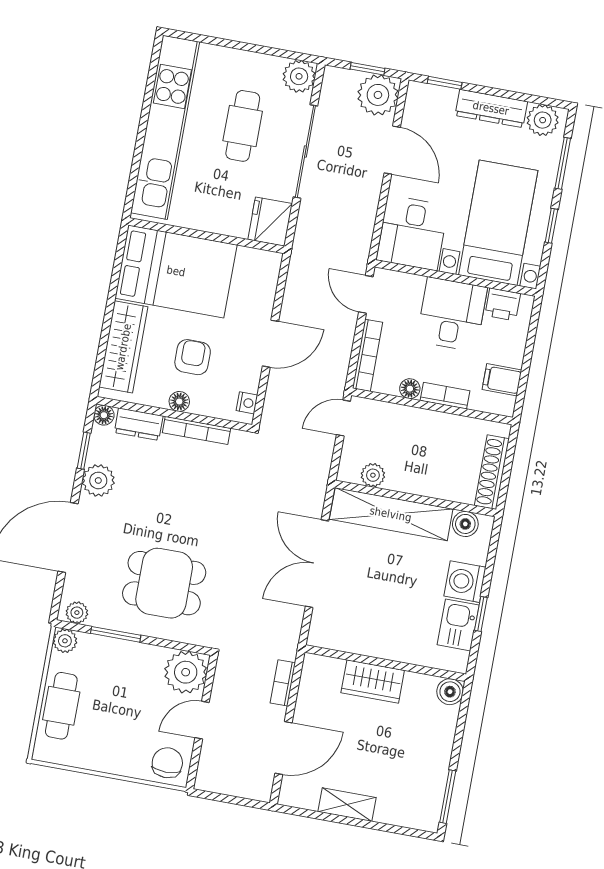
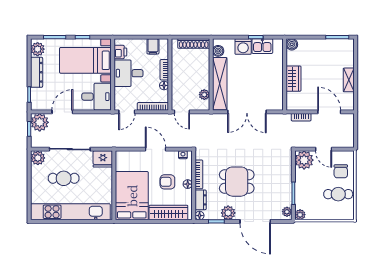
dining table: (164, 583) -> (237, 182), moved, turned 90
cafe table: (61, 706) -> (338, 194), moved
chair: (167, 763) -> (341, 171), moved, turned -90

